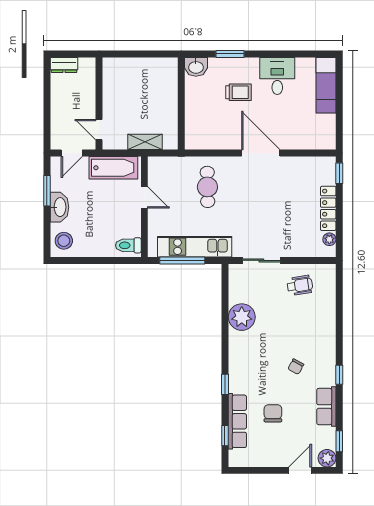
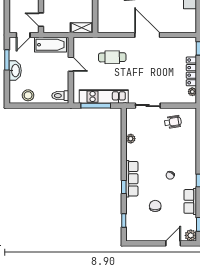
shelving: (145, 142) -> (82, 28), moved
cafe table: (207, 187) -> (112, 57), turned 90
stool: (64, 241) -> (28, 95), moved
plant: (242, 317) -> (131, 139), width x0.53, depth x0.53
row of seats: (237, 421) -> (132, 179), moved

